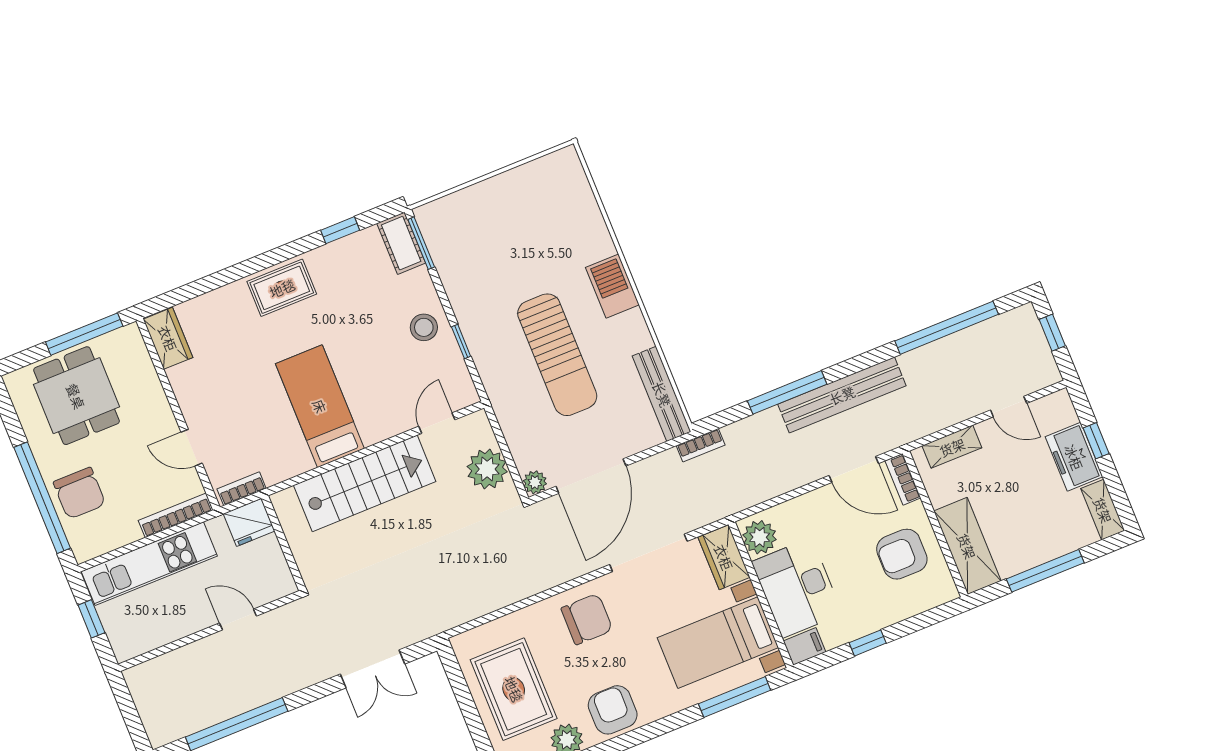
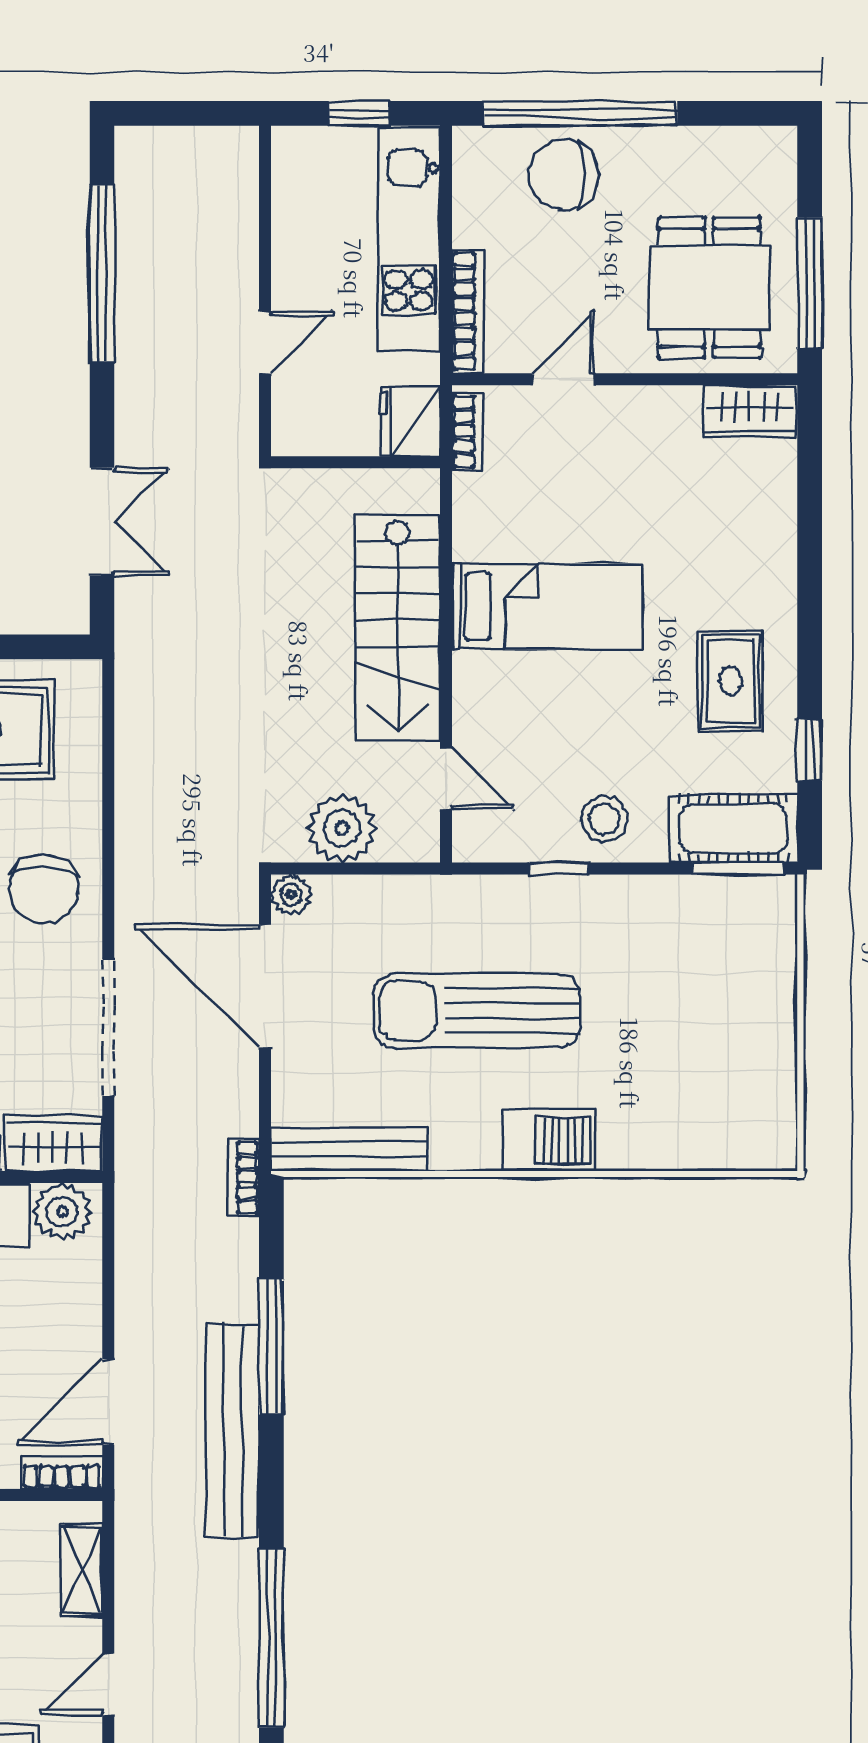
cot: (401, 243) -> (733, 829), width x1.37, depth x1.34
rug: (282, 288) -> (730, 681), moved
dining table: (76, 396) -> (709, 288), moved, turned 90
double door: (373, 669) -> (102, 522), swing flipped

